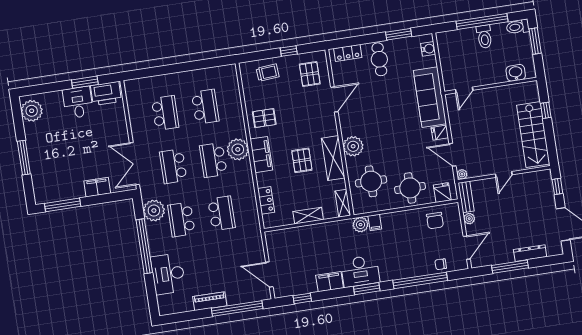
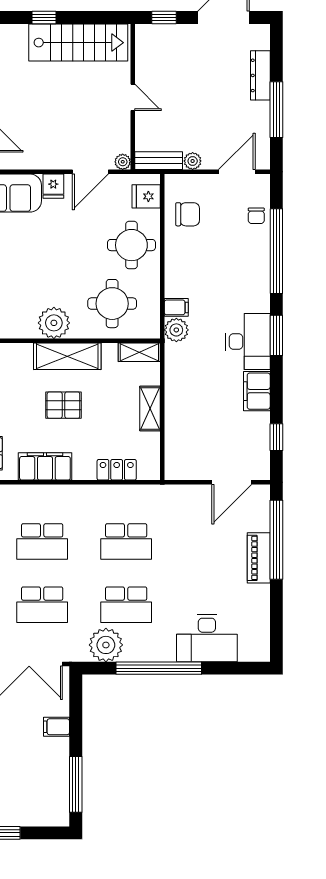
plant: (238, 149) -> (32, 501), removed
filing cabinet: (97, 187) -> (56, 727), width x0.50
school desk: (221, 213) -> (126, 541), turned 180
door: (467, 248) -> (237, 172), hinge flipped
piano: (210, 301) -> (259, 558), moved

